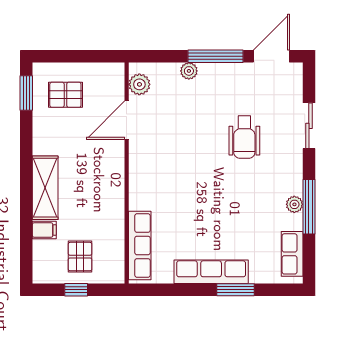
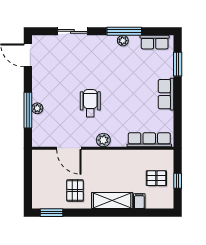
window: (215, 56) -> (28, 110), moved
plant: (139, 84) -> (103, 140), moved
pallet: (65, 95) -> (75, 191), moved
wheelchair: (244, 137) -> (90, 103), moved, turned -90
row of seats: (211, 272) -> (166, 94), width x0.68
window: (235, 290) -> (178, 64), moved

